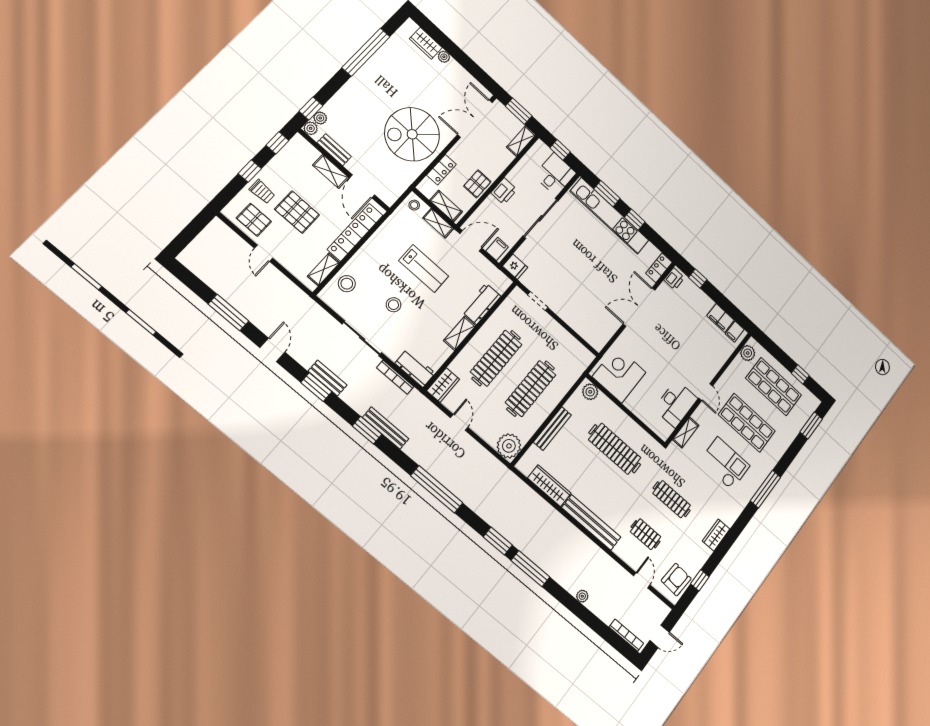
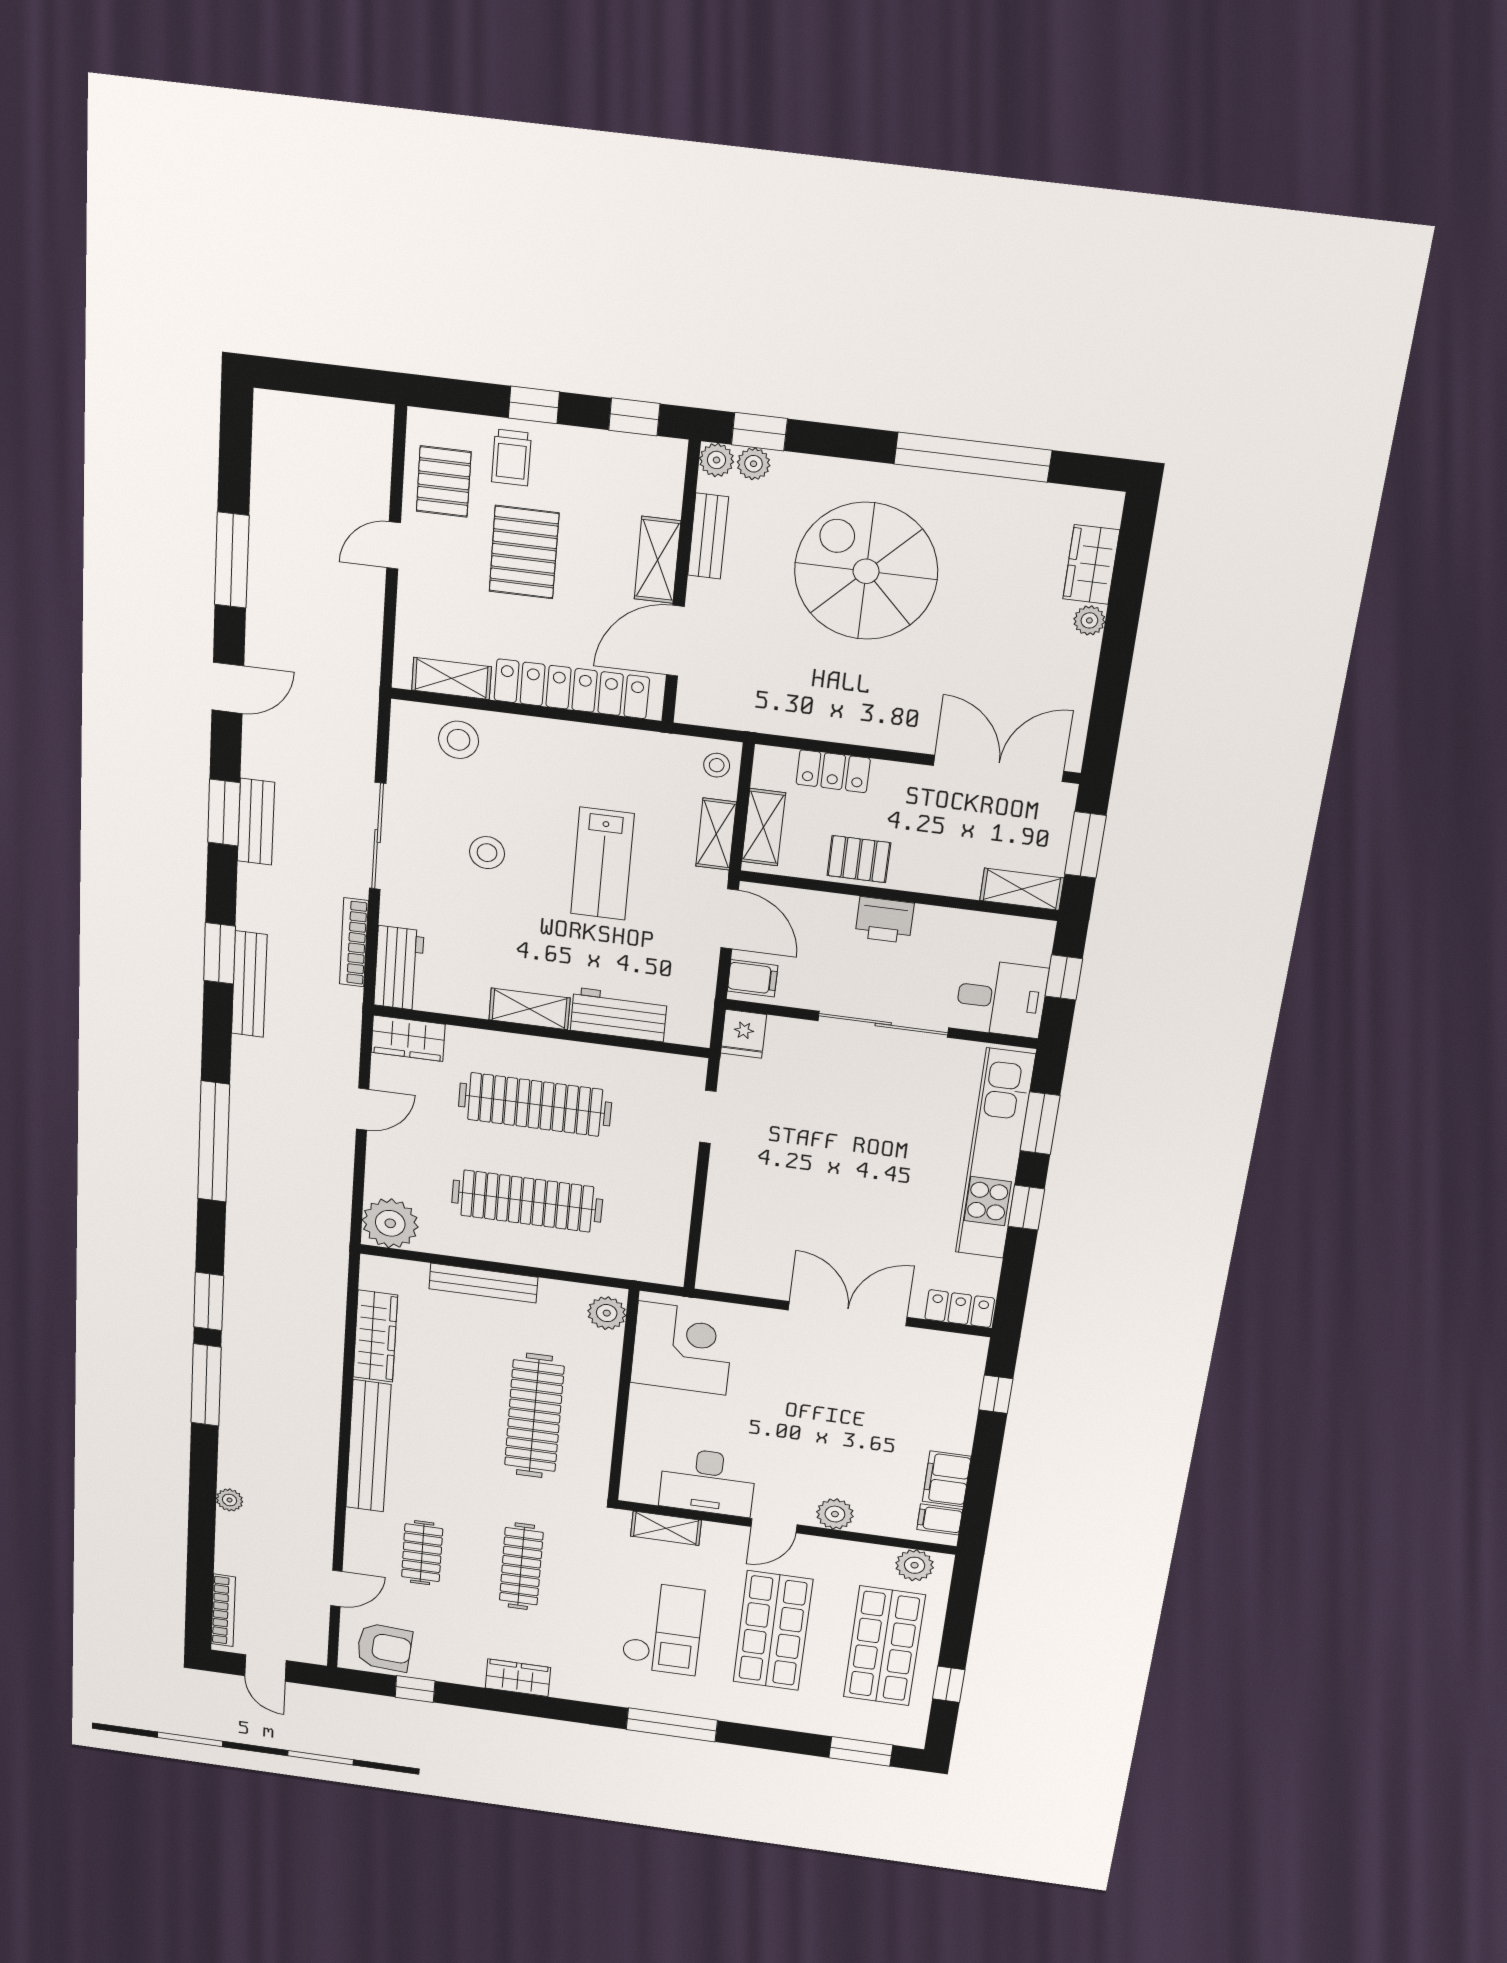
spiral stairs: (412, 134) -> (866, 571), moved
printer: (674, 279) -> (959, 1350), removed
plant: (713, 367) -> (835, 1514), added

